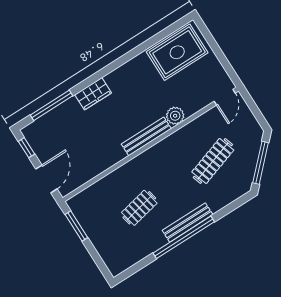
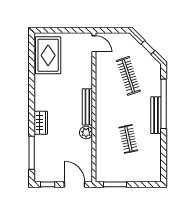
plant: (175, 116) -> (86, 133), moved
window: (261, 163) -> (148, 47), width x0.46
window: (184, 237) -> (164, 104), moved

